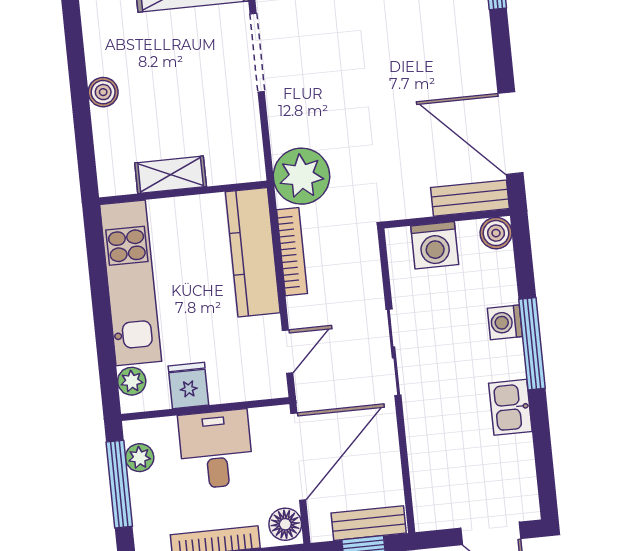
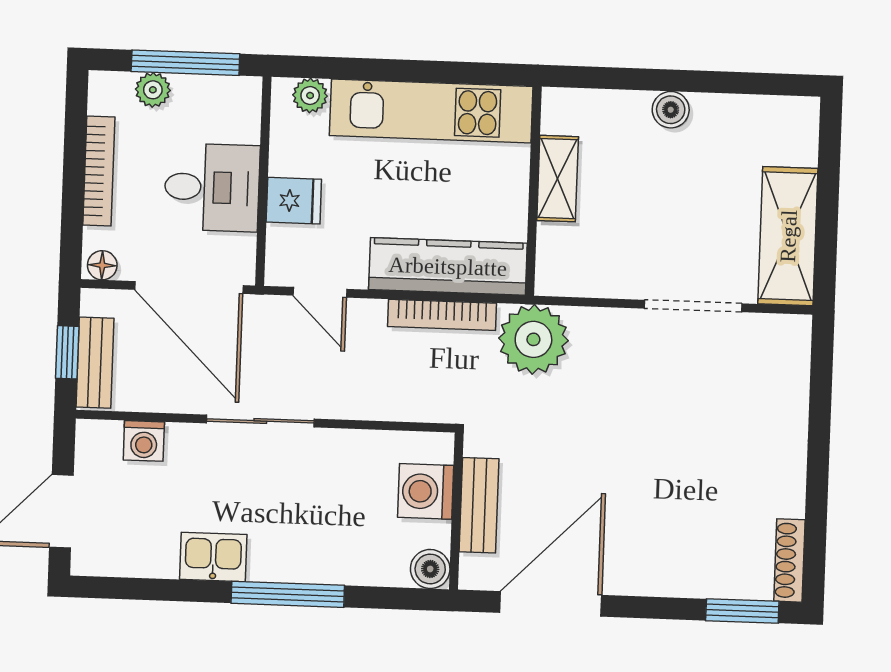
bench: (470, 198) -> (479, 505), moved
washing machine: (505, 322) -> (144, 441), moved, turned 180
sliding door: (393, 352) -> (260, 421), moved
fridge: (188, 385) -> (294, 201), moved
plant: (140, 458) -> (153, 90), moved
floor lamp: (285, 524) -> (102, 265), width x0.73, depth x0.73

